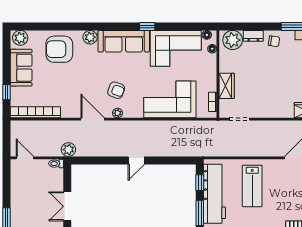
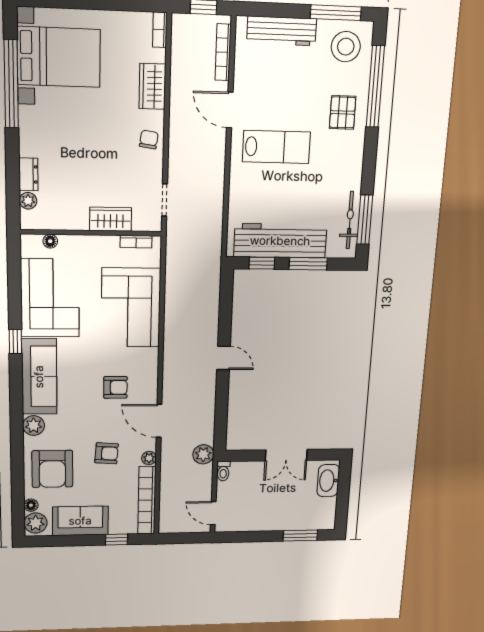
floor lamp: (207, 35) -> (31, 505), moved
plant: (233, 40) -> (28, 201), width x0.53, depth x0.53
chair: (274, 41) -> (149, 140), moved
armchair: (70, 85) -> (107, 453), added
armchair: (116, 90) -> (115, 387), turned 70
plant: (118, 113) -> (149, 458), moved
door: (93, 119) -> (159, 421), hinge flipped
door: (25, 158) -> (213, 513), hinge flipped
lab bench: (252, 186) -> (276, 147), moved

